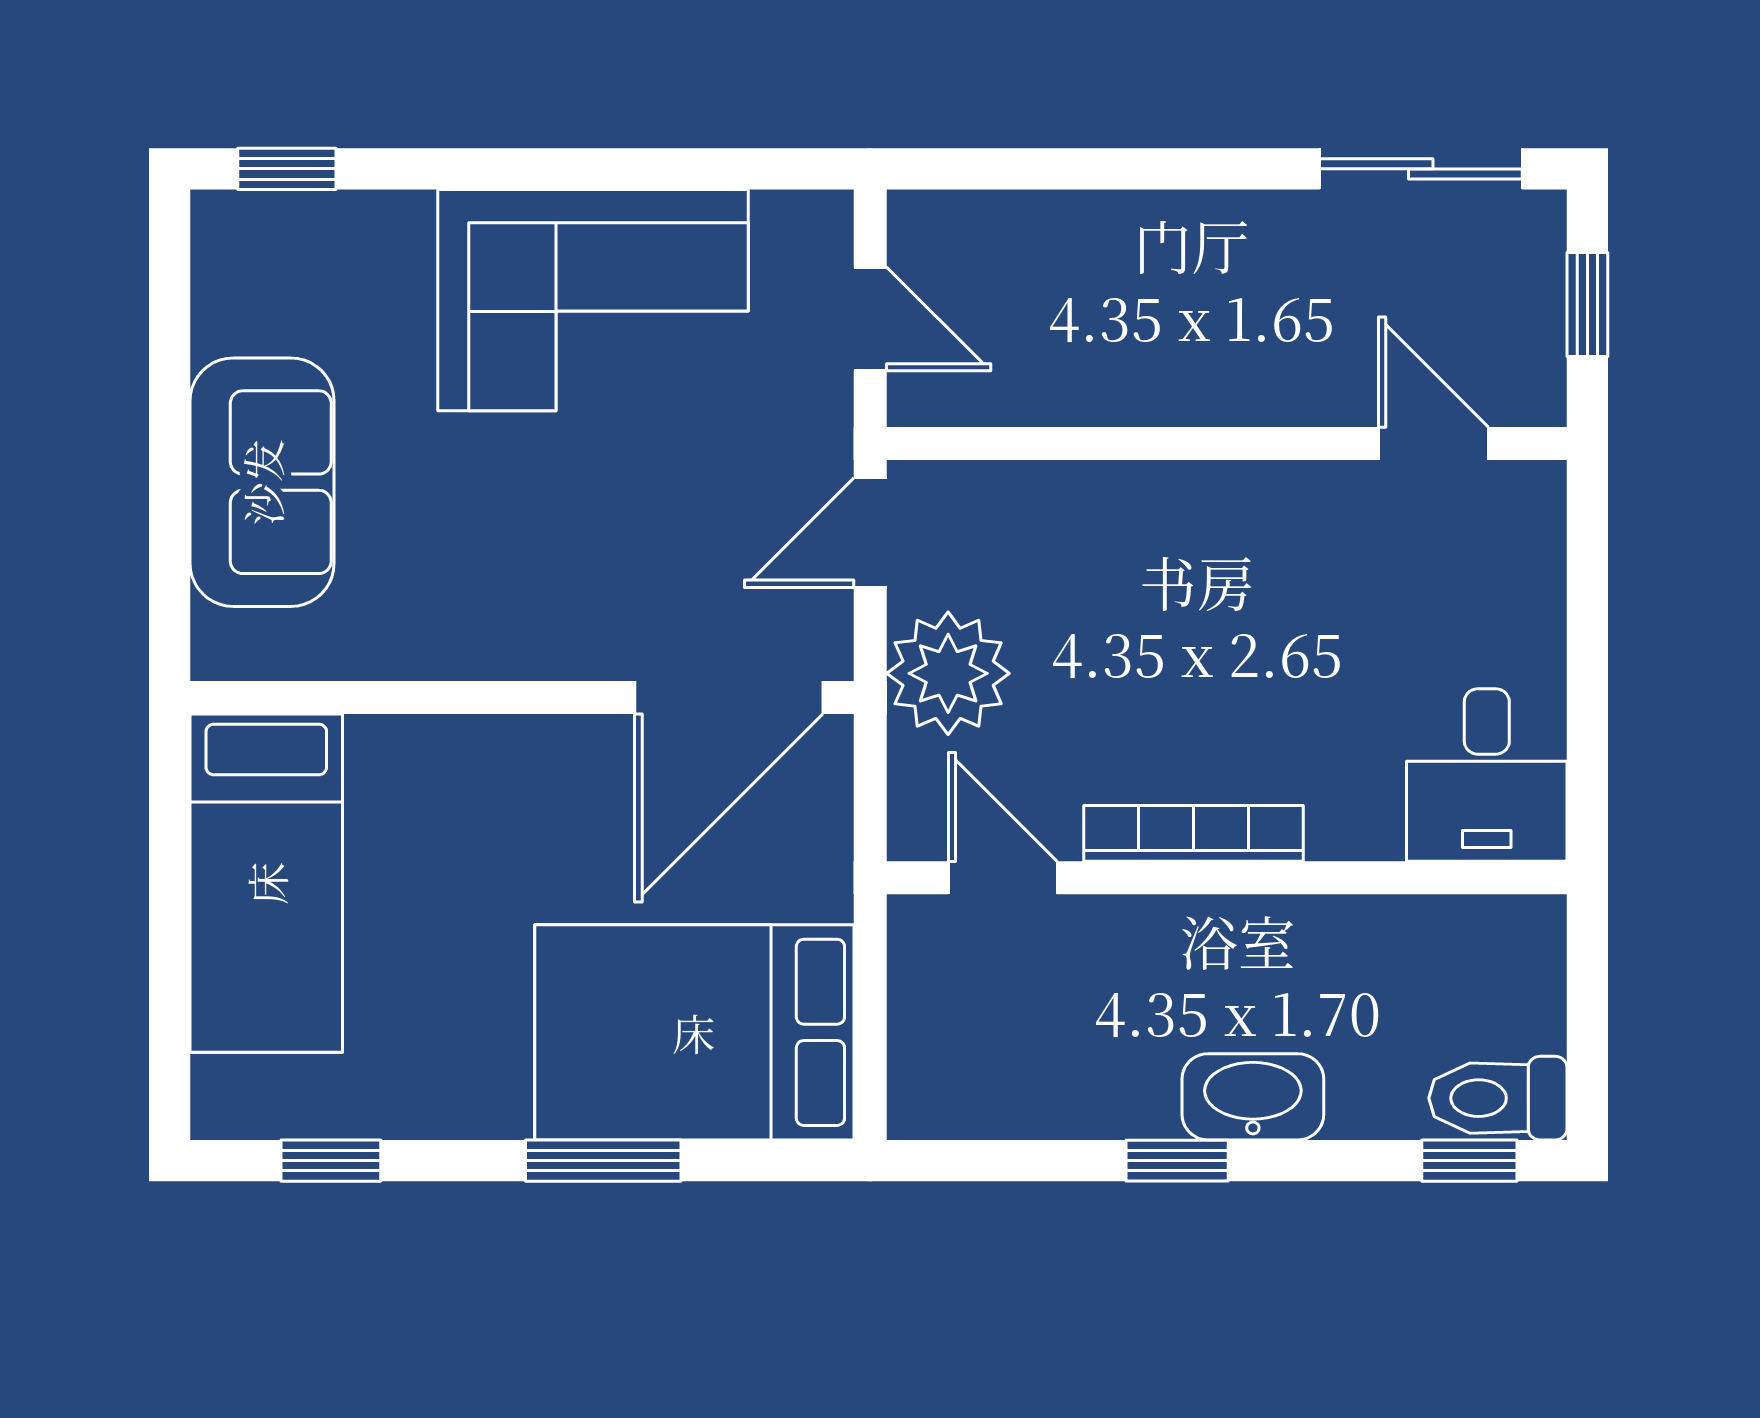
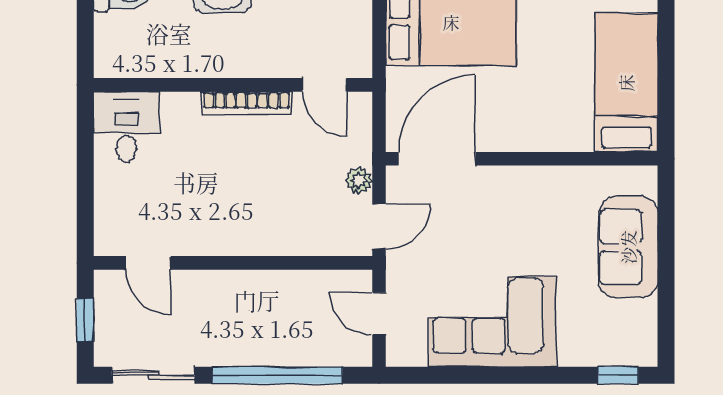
window: (1118, 169) -> (277, 375), added
plant: (948, 673) -> (359, 180), width x0.53, depth x0.53

